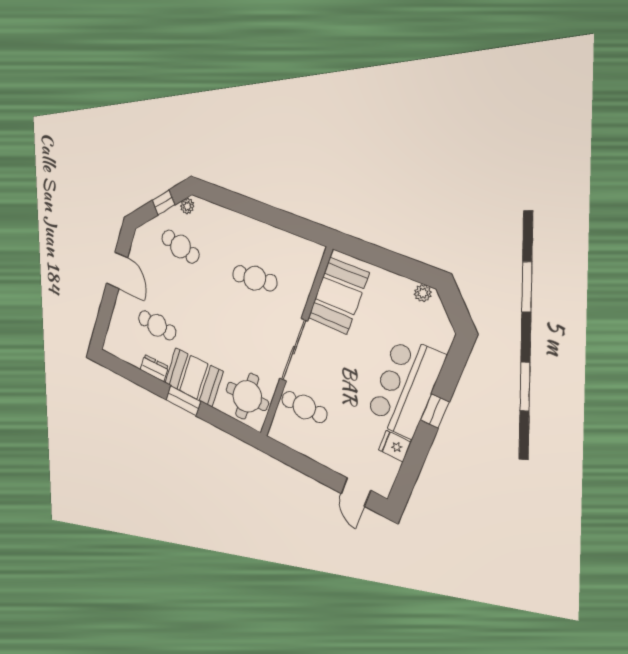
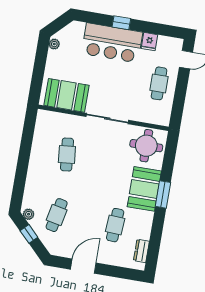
dresser: (154, 368) -> (141, 251), moved
cafe table: (304, 407) -> (159, 83), moved

